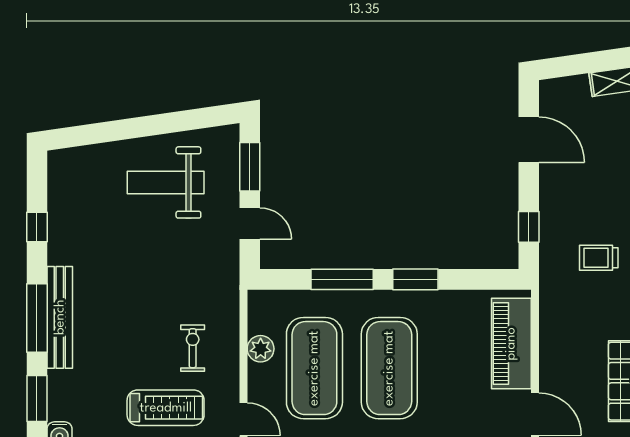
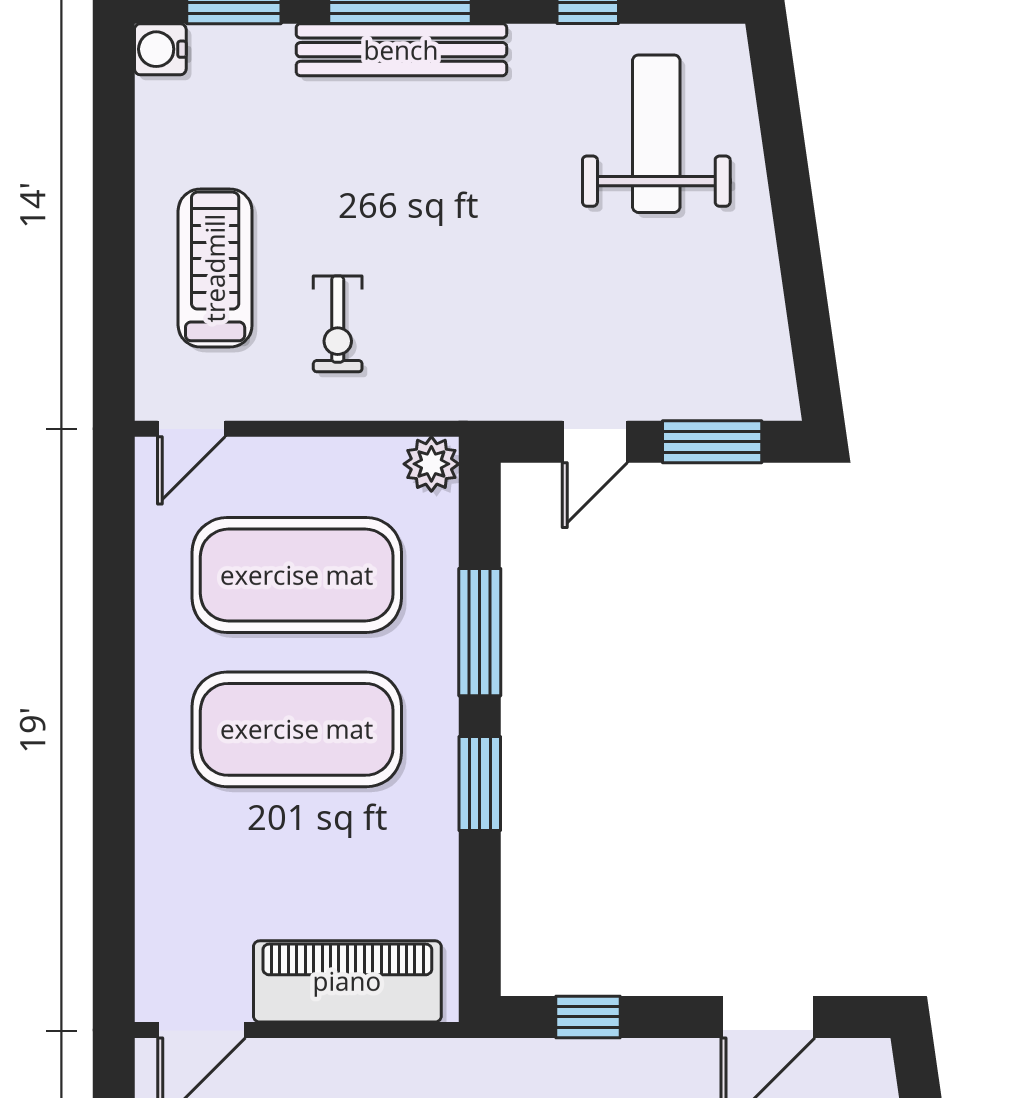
weight bench: (166, 182) -> (656, 134), moved
exercise bike: (193, 348) -> (338, 324), turned 90
plant: (261, 349) -> (431, 464), moved
treadmill: (166, 408) -> (215, 268), turned 180

